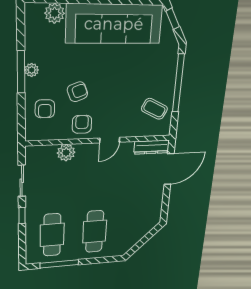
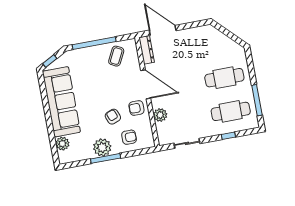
plant: (32, 70) -> (102, 147), width x1.87, depth x1.87
door: (110, 140) -> (146, 84), width x1.88
window: (22, 215) -> (228, 136), moved

